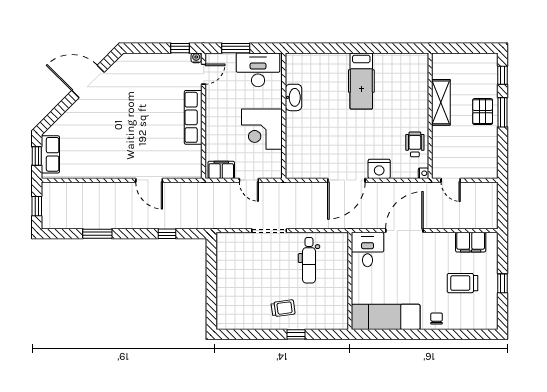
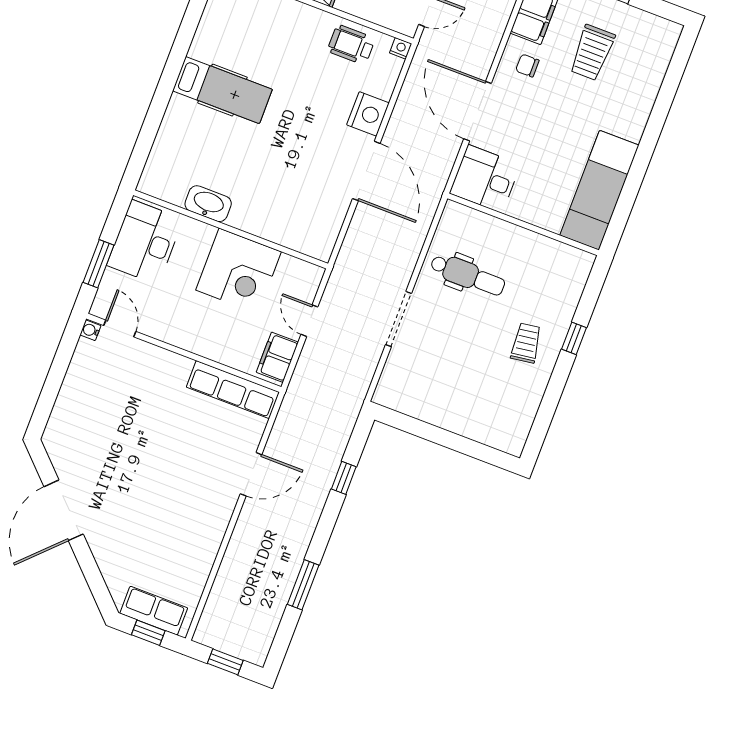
window: (180, 48) -> (66, 349), removed
row of seats: (193, 117) -> (233, 390), moved
door: (249, 180) -> (309, 321), swing flipped
chair: (437, 318) -> (527, 66), moved

